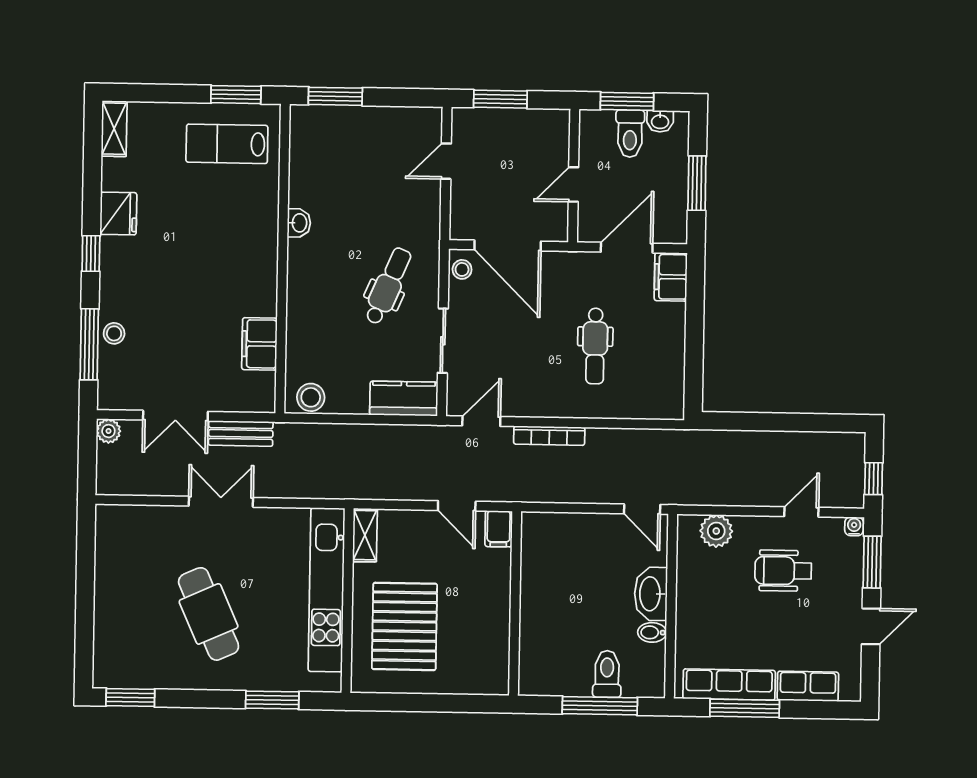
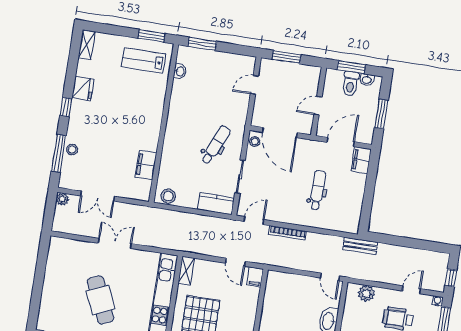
washbasin: (299, 223) -> (180, 71), moved
dental chair: (595, 346) -> (318, 190), turned 180
bench: (241, 433) -> (360, 246), moved

